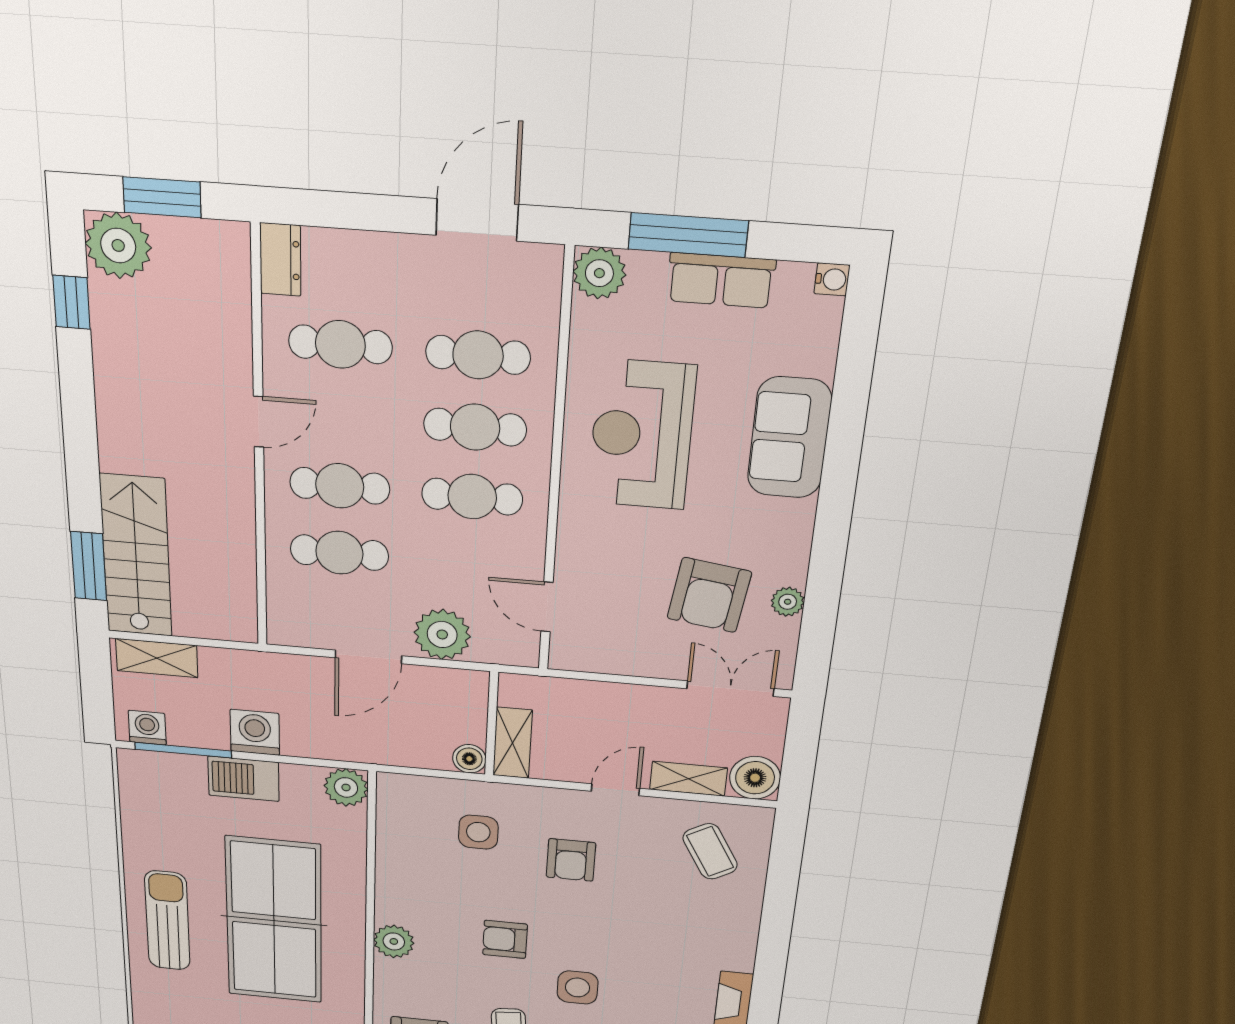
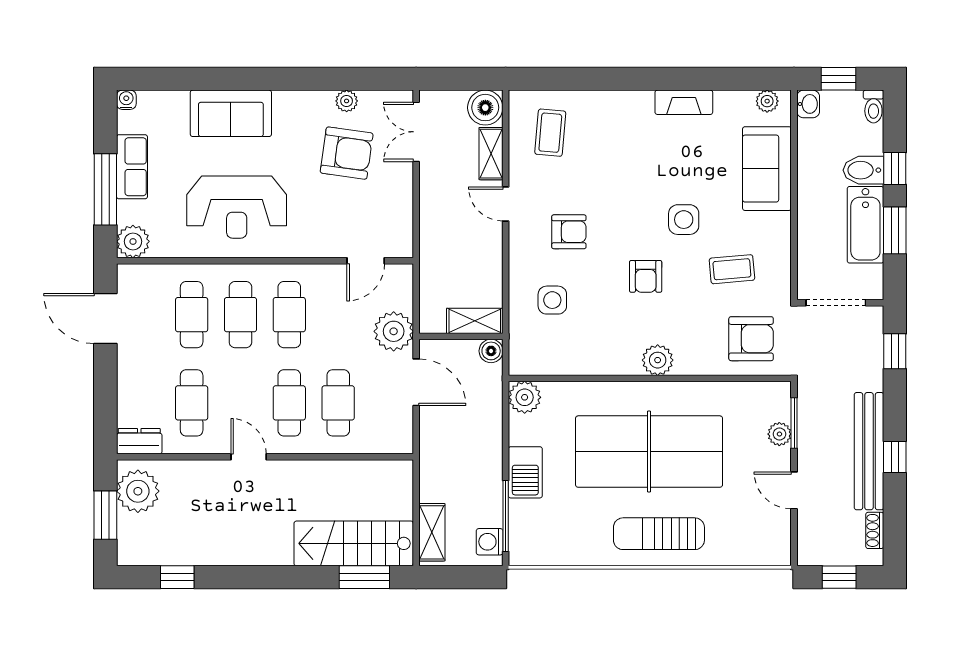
plant: (118, 246) -> (138, 491), moved
wall: (492, 724) -> (461, 336), moved
washing machine: (255, 732) -> (485, 463), removed
shelving: (513, 743) -> (475, 321), moved
boiler: (469, 759) -> (491, 351), moved
coffee table: (710, 851) -> (550, 133), turned -55

